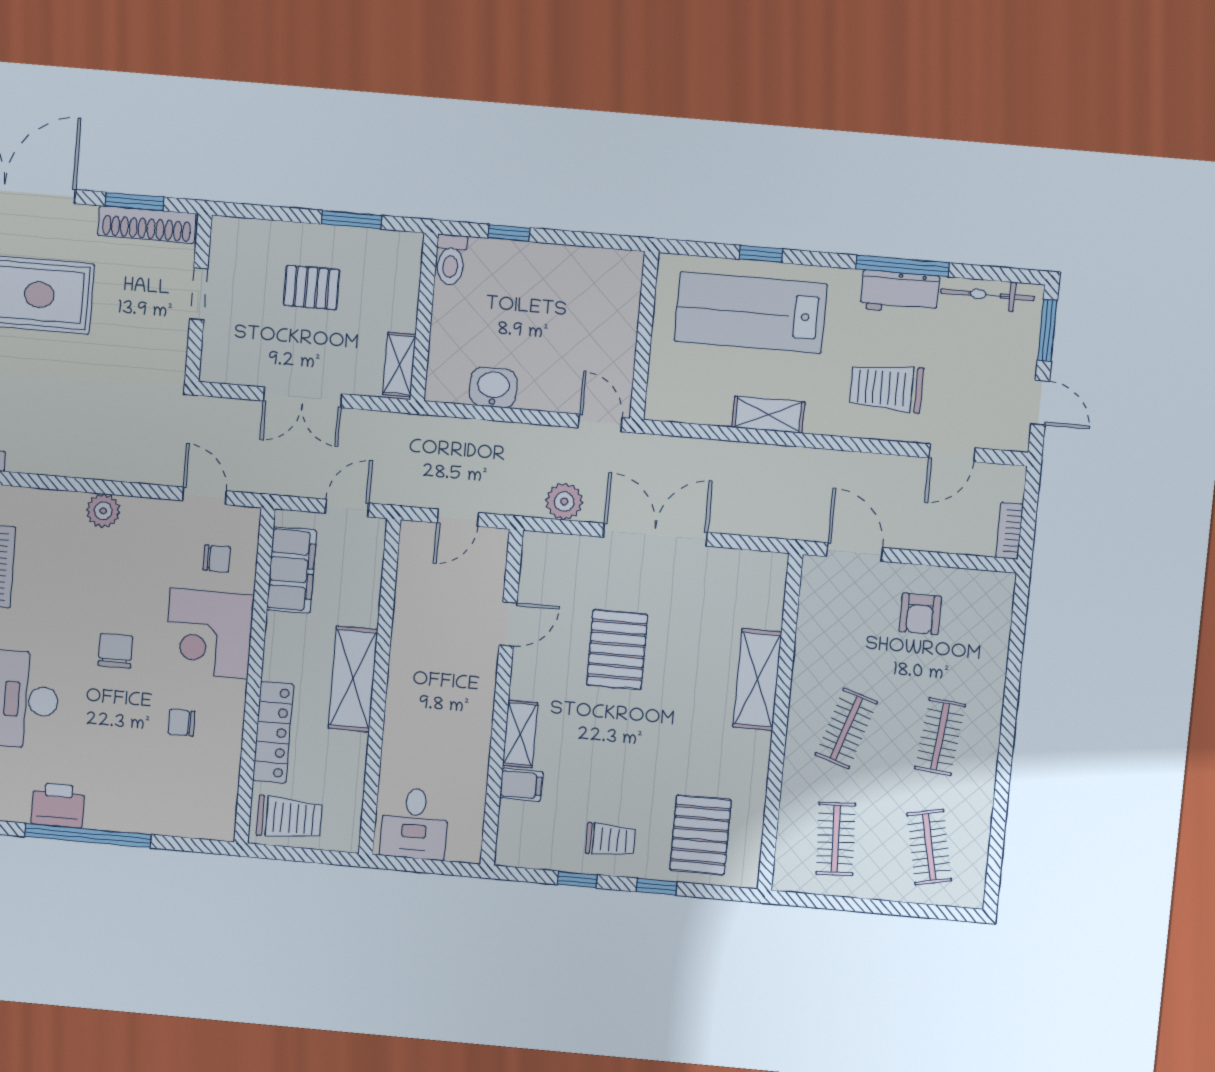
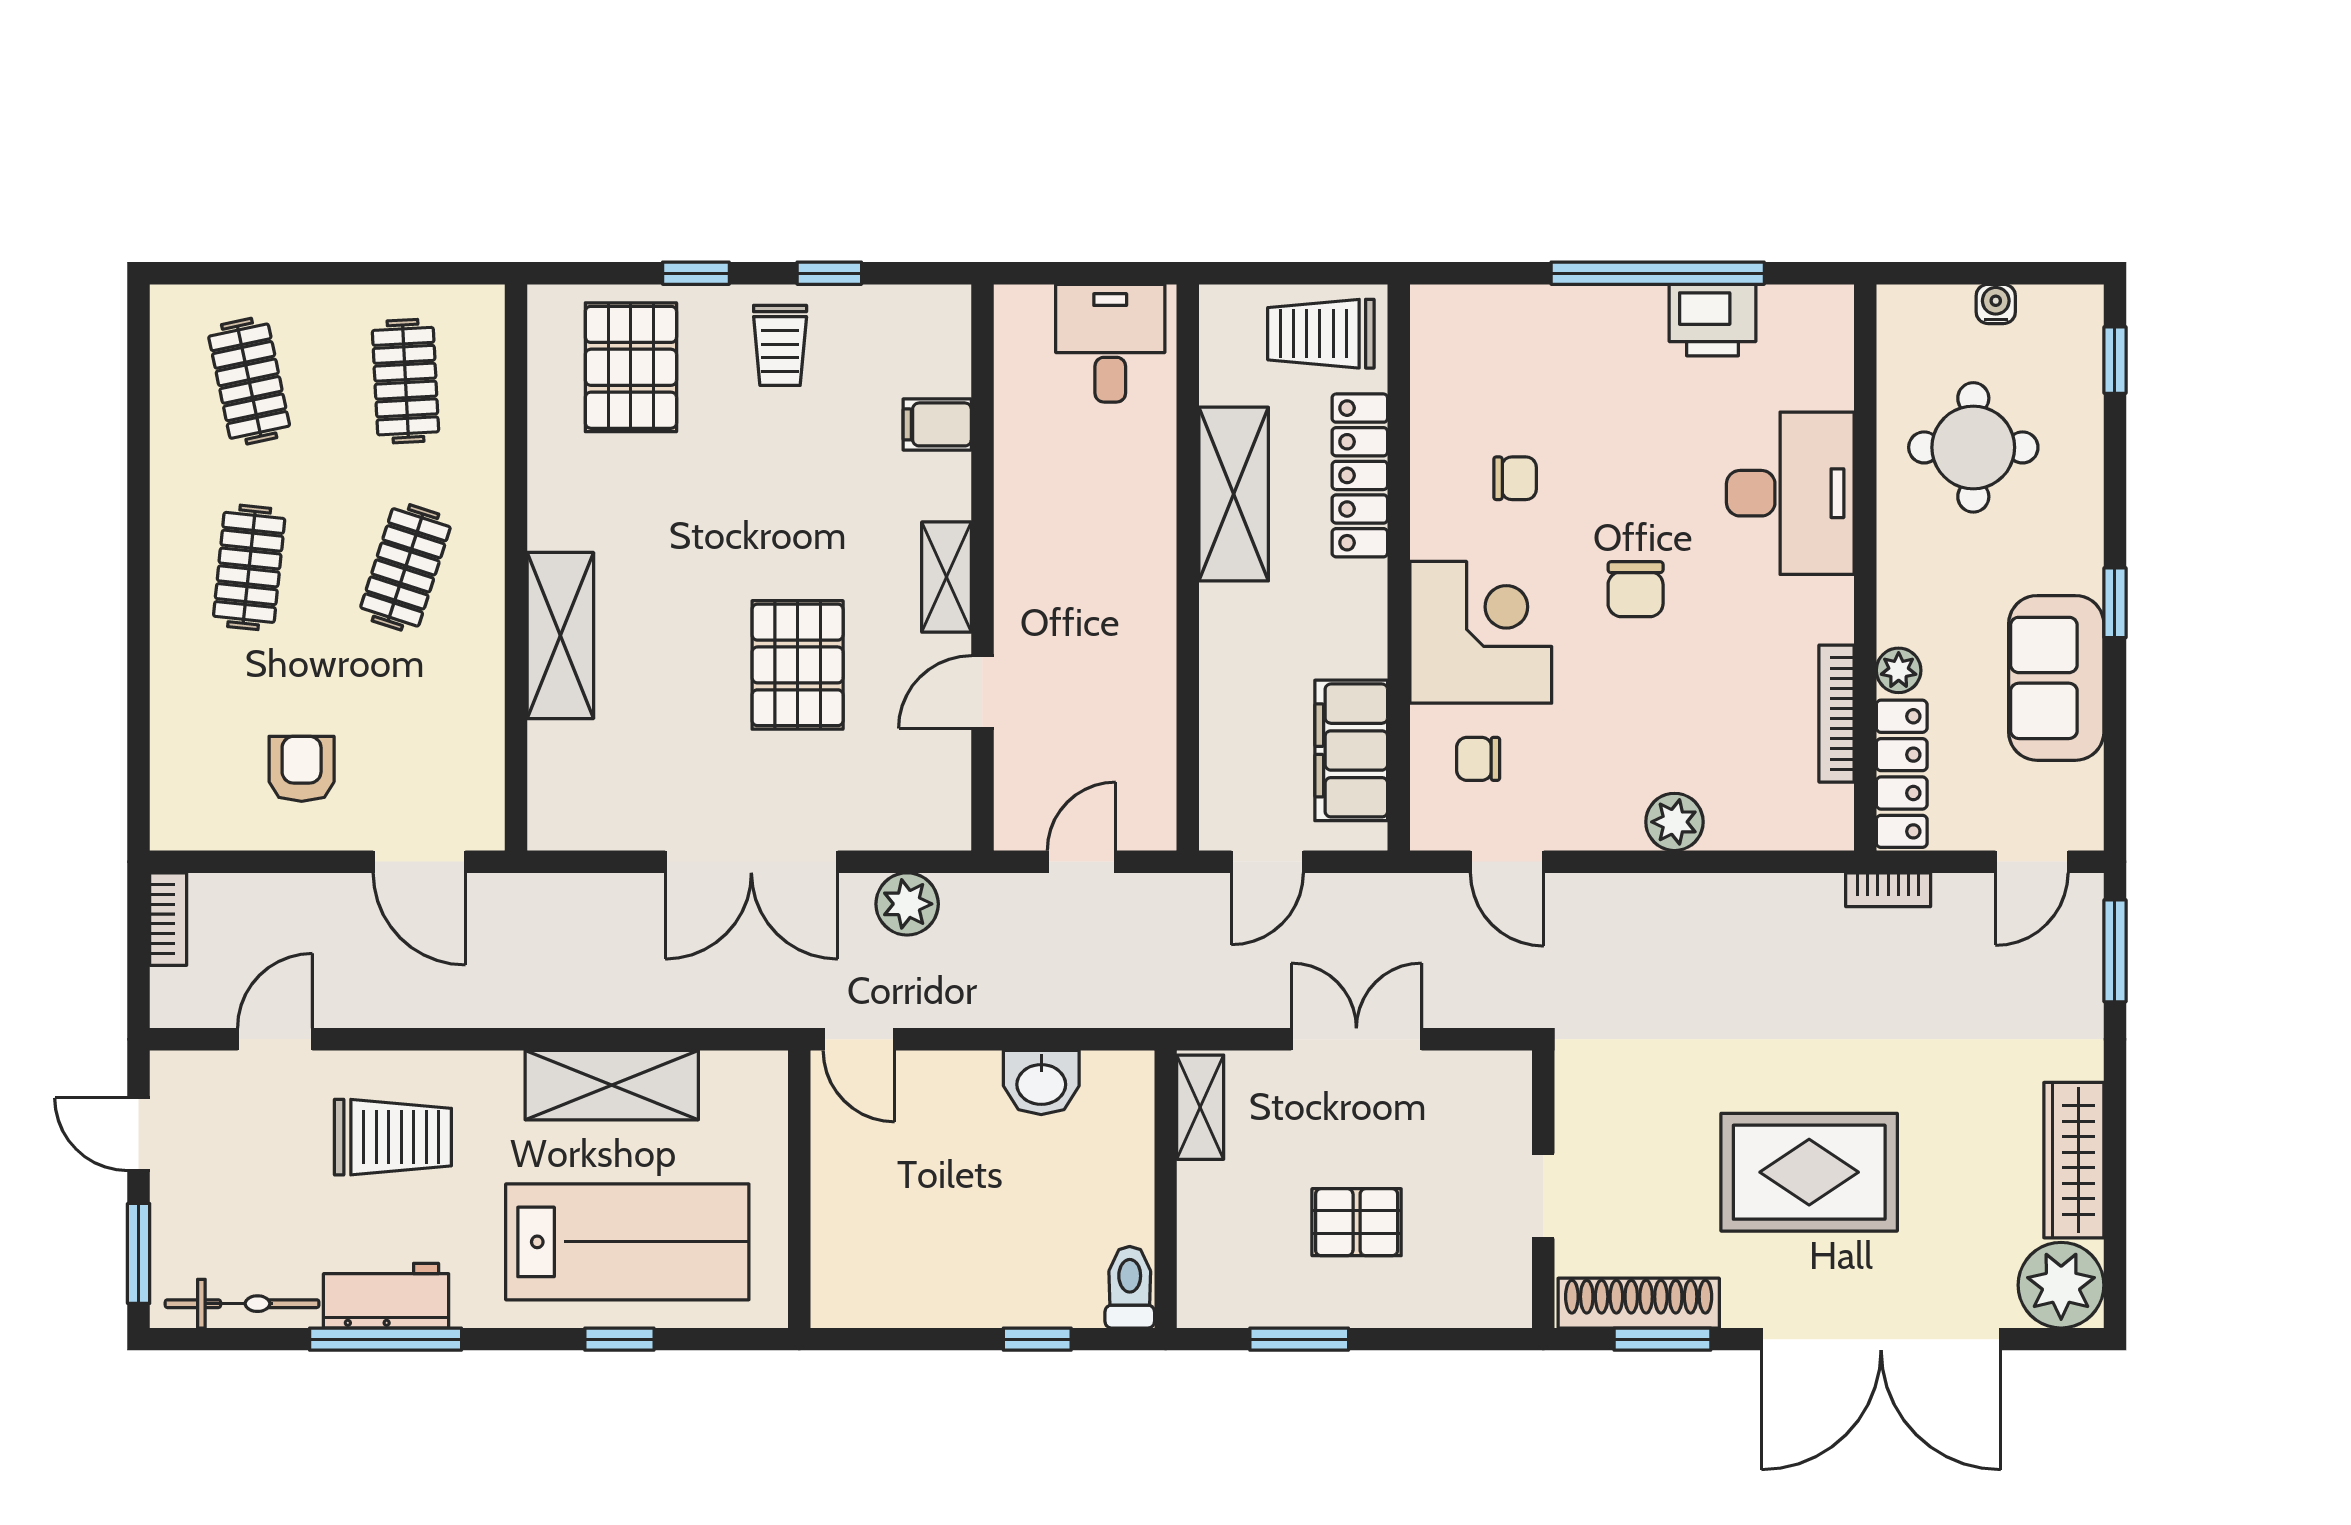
shelving: (768, 415) -> (612, 1085), width x1.50, depth x1.33
shelving: (353, 679) -> (1234, 494), moved
shelving: (520, 734) -> (947, 577), moved
trolley: (611, 840) -> (780, 345), turned -90

